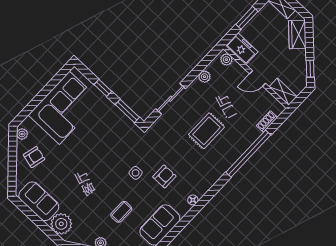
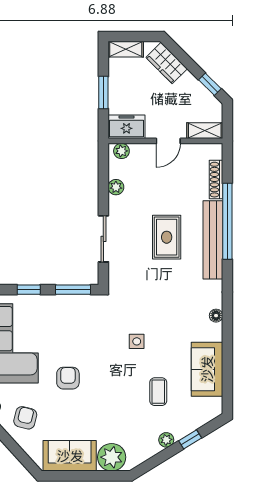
shoe rack: (267, 121) -> (216, 180), width x1.43
bench: (231, 156) -> (213, 240), added
armchair: (164, 176) -> (68, 378), moved

